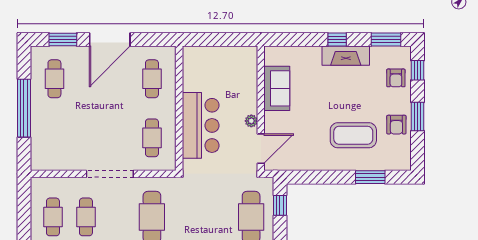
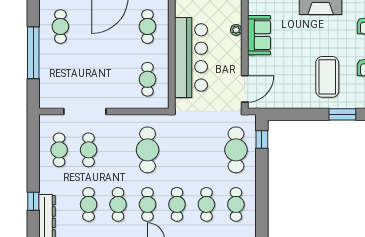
plant: (251, 121) -> (236, 30), moved
bar counter: (201, 125) -> (191, 57), width x1.36
coffee table: (353, 135) -> (327, 77), turned 90
doorway: (110, 174) -> (85, 111), moved

